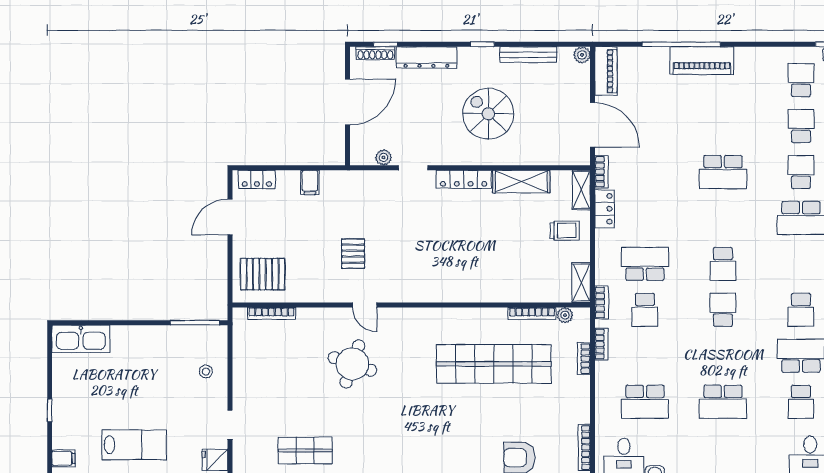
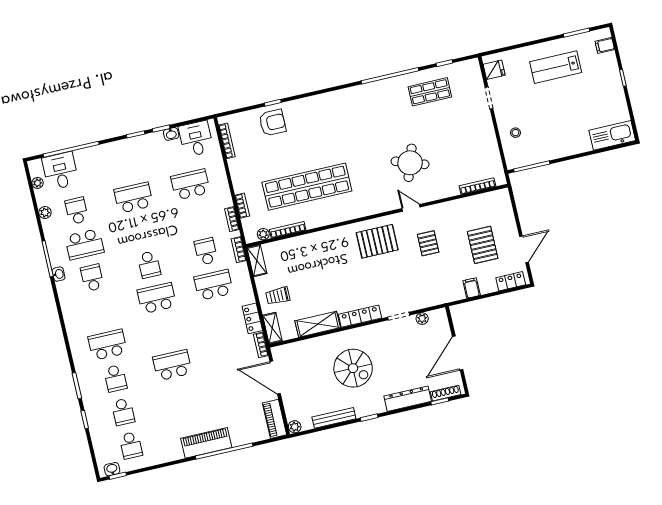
school desk: (645, 264) -> (214, 285), turned 180
school desk: (723, 264) -> (157, 298), width x1.85
pallet: (419, 272) -> (377, 241), added
pallet: (263, 274) -> (483, 245), moved, turned 90

